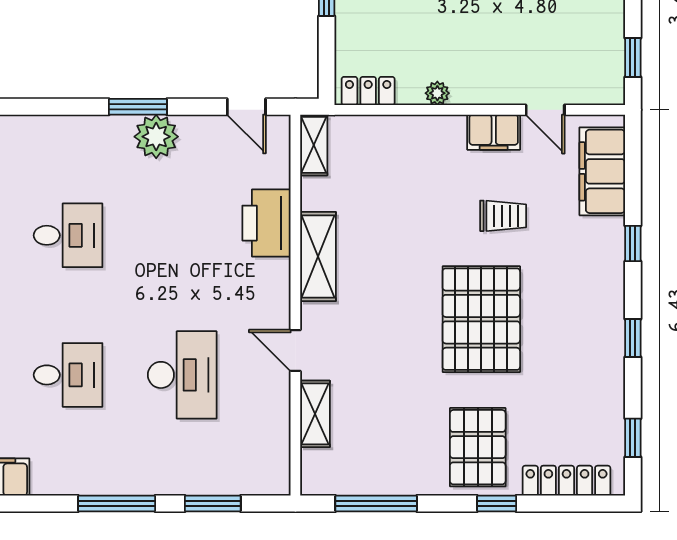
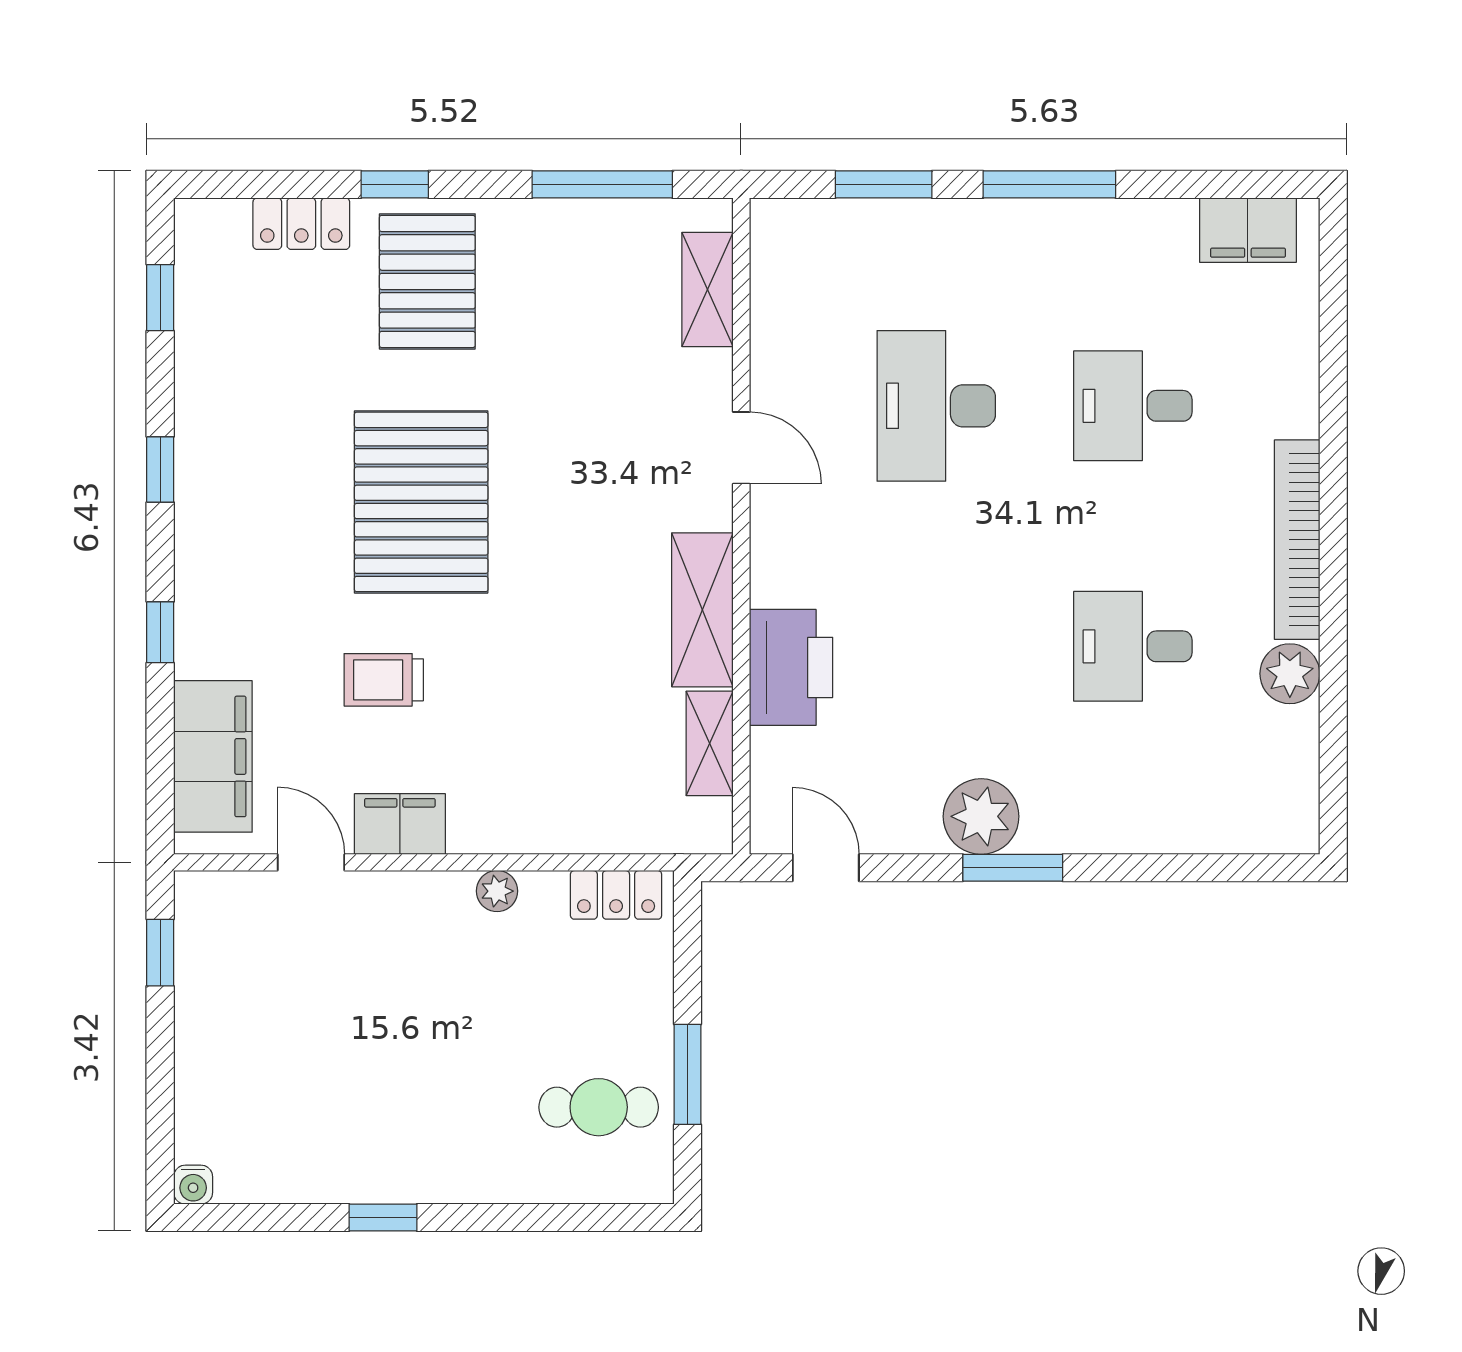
shelving: (314, 145) -> (710, 743), moved
shelving: (315, 414) -> (708, 289), moved
locker: (566, 481) -> (301, 224), width x0.66

